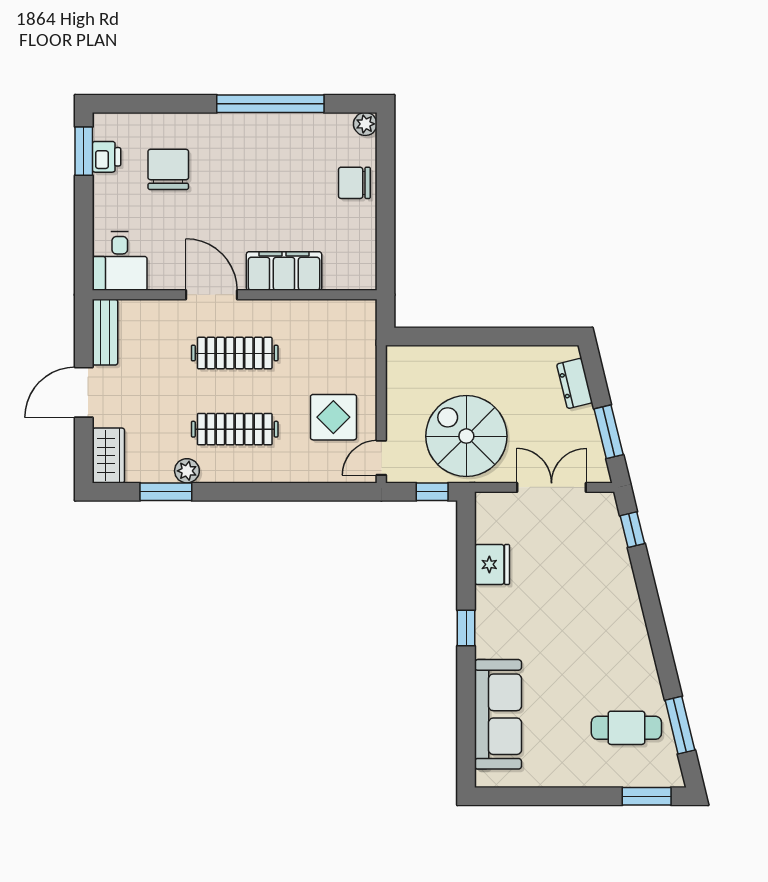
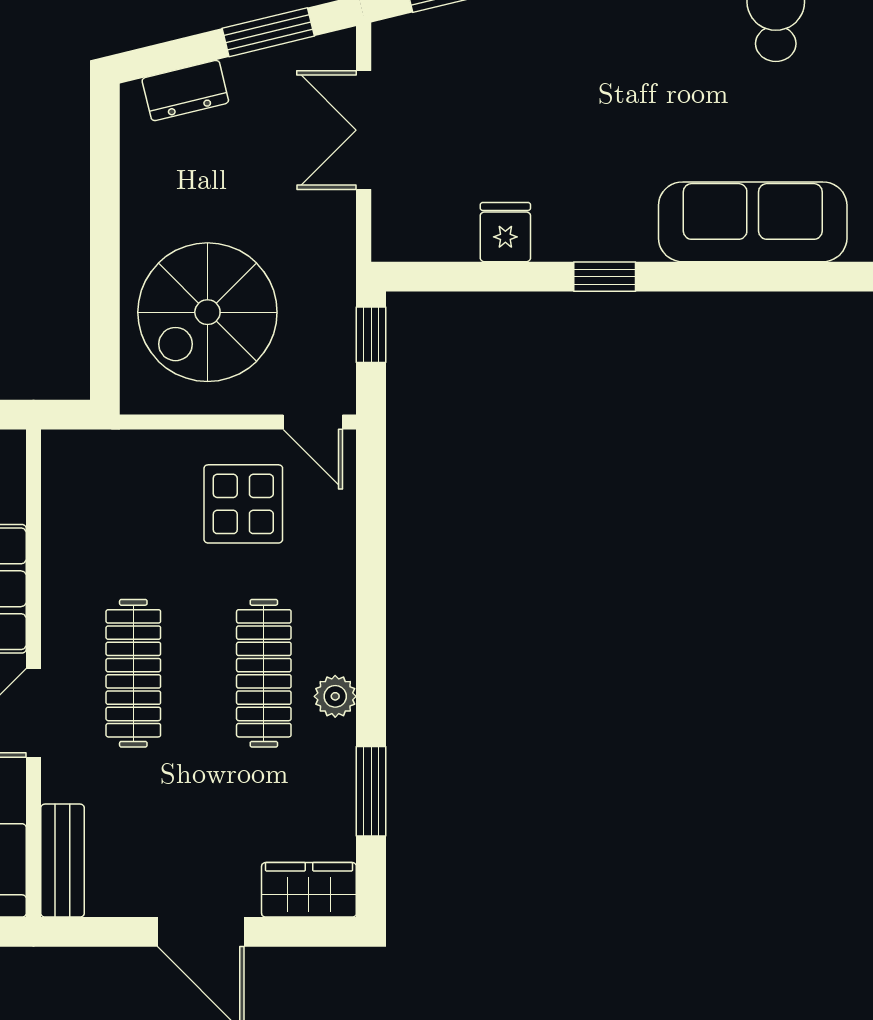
bench: (105, 332) -> (63, 861), moved, turned 90
spiral stairs: (466, 436) -> (207, 312), moved
plant: (187, 471) -> (335, 696), moved
fridge: (492, 564) -> (505, 232), width x0.72

